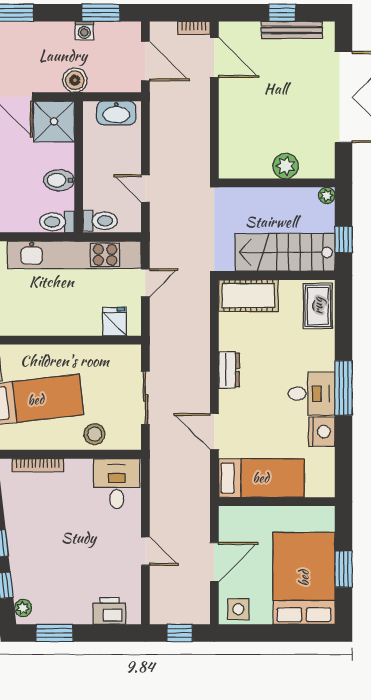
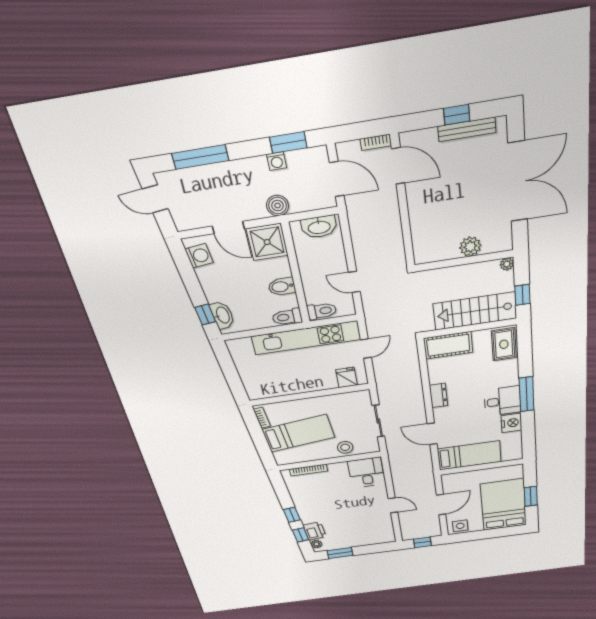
printer: (110, 611) -> (314, 531), moved, turned 84

